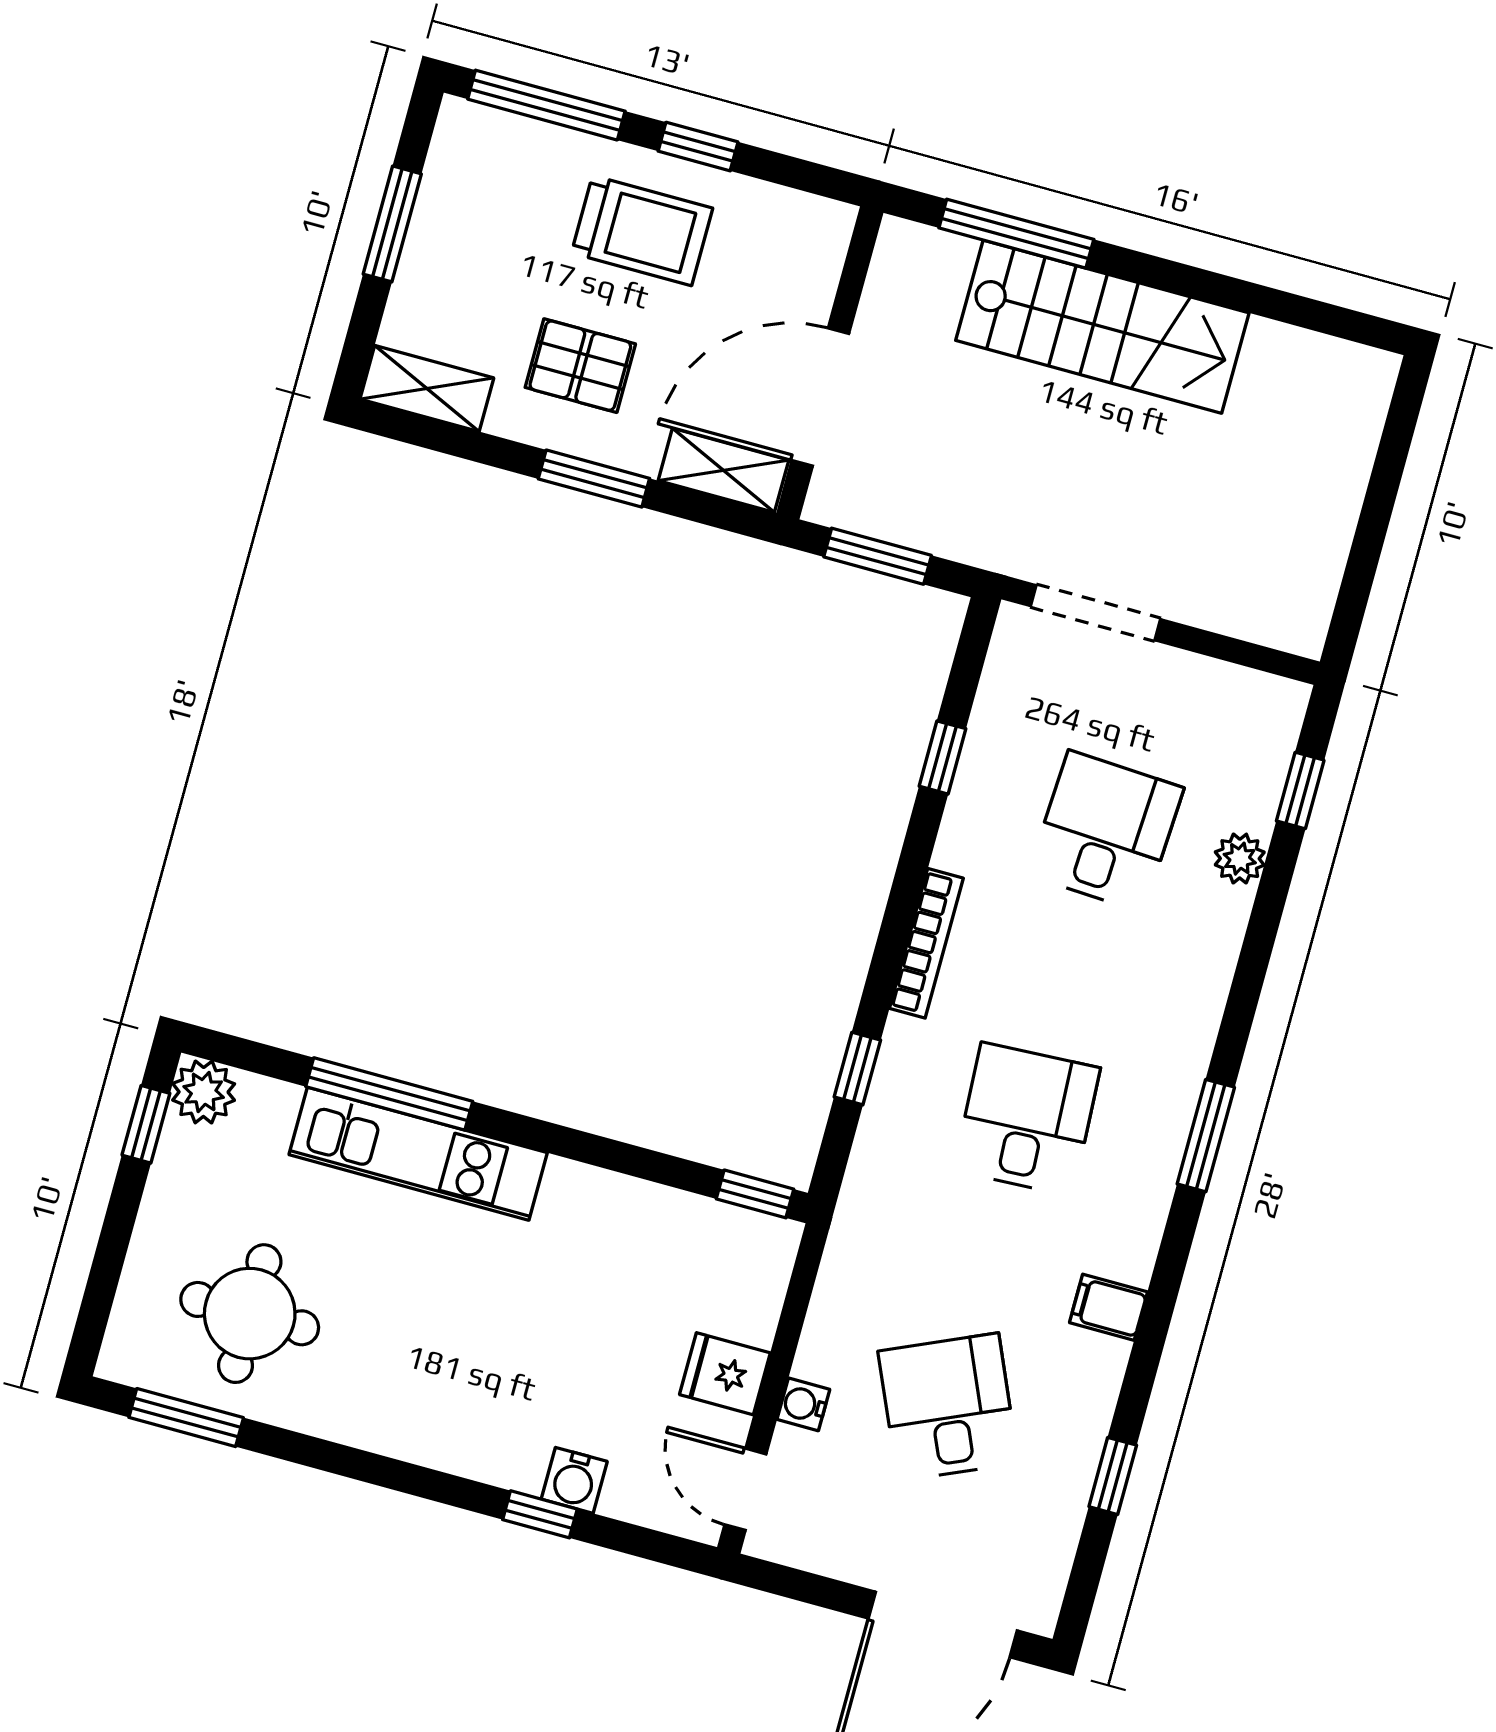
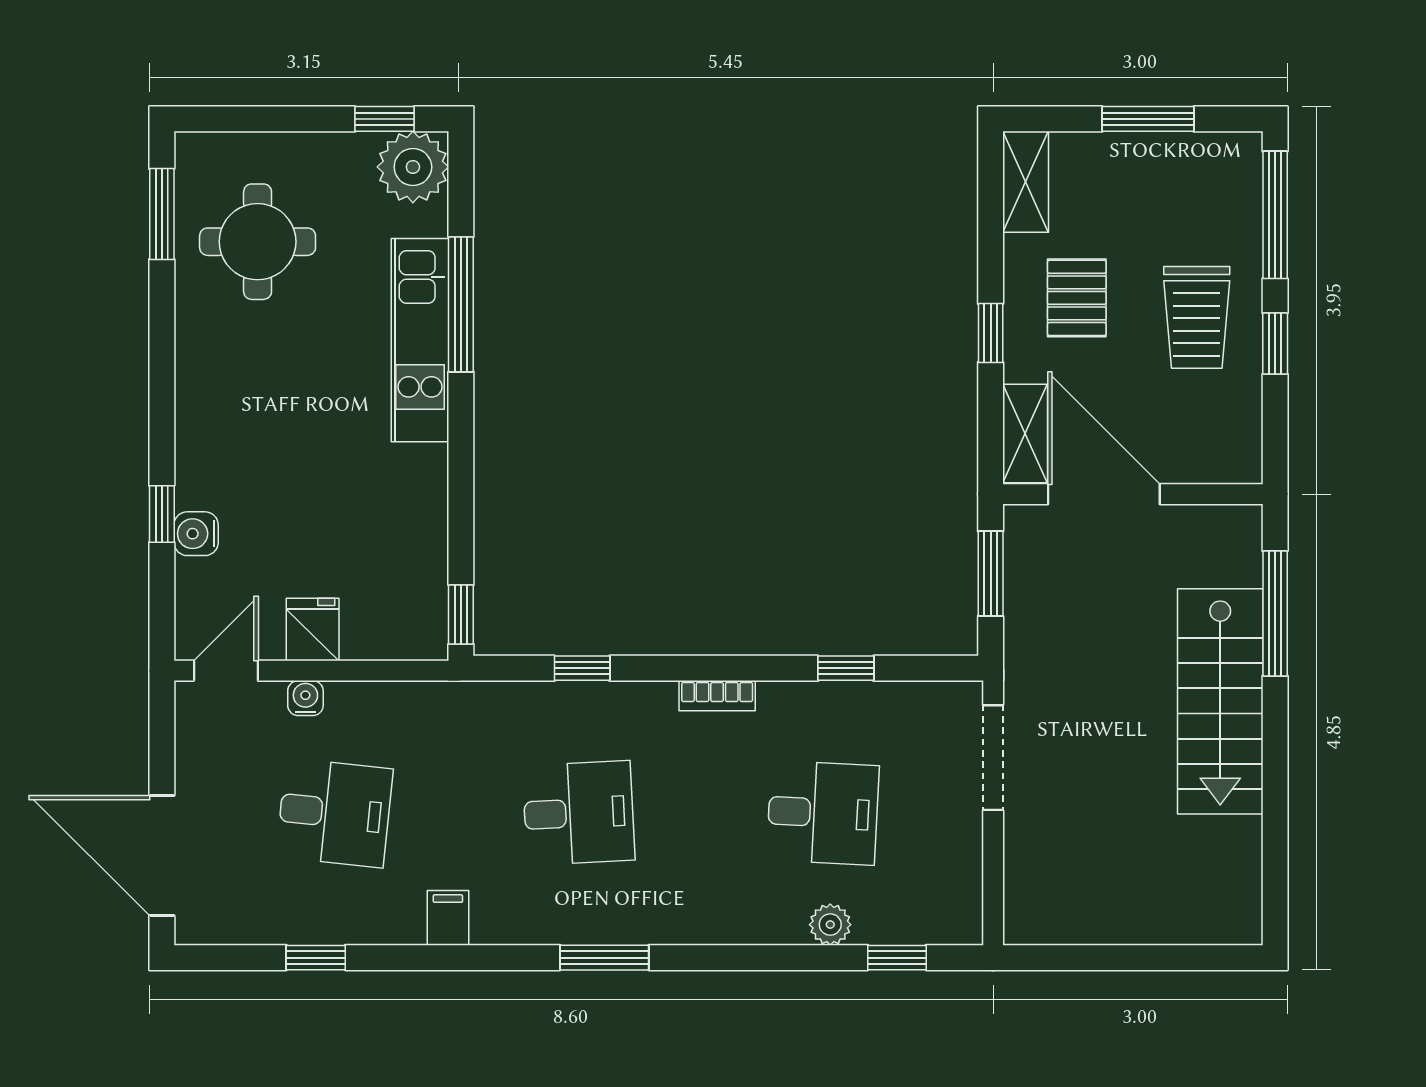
window: (594, 479) -> (991, 333), width x0.67
bookcase: (926, 943) -> (717, 696), width x0.64
plant: (204, 1092) -> (413, 167), width x1.36, depth x1.36
desk: (948, 1407) -> (335, 813), turned 30

